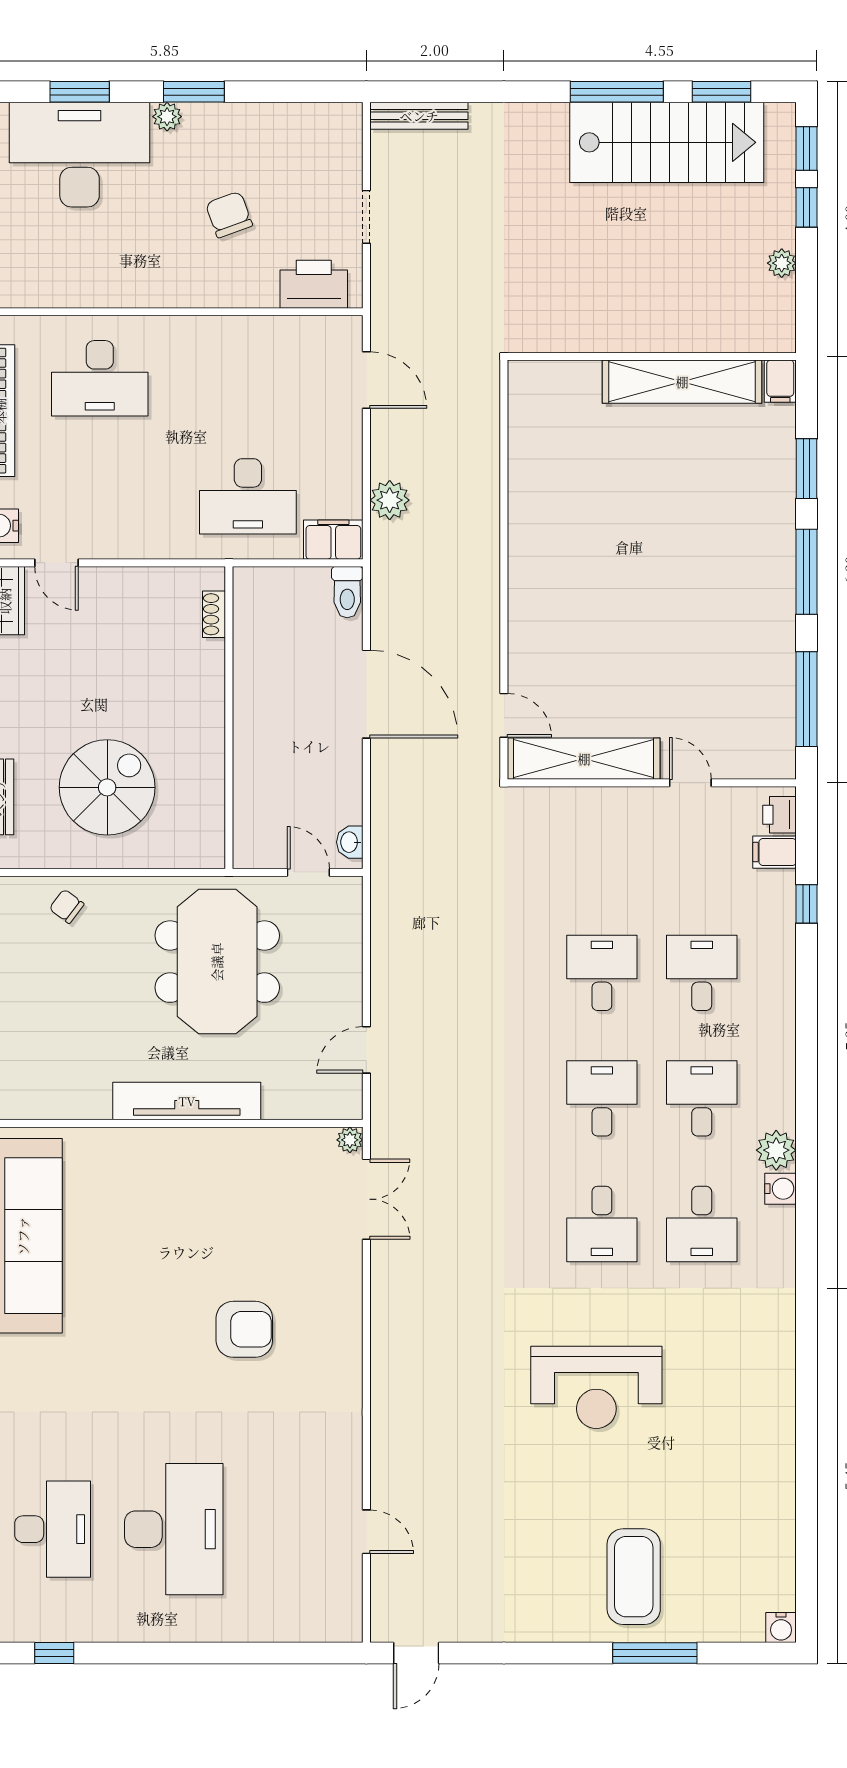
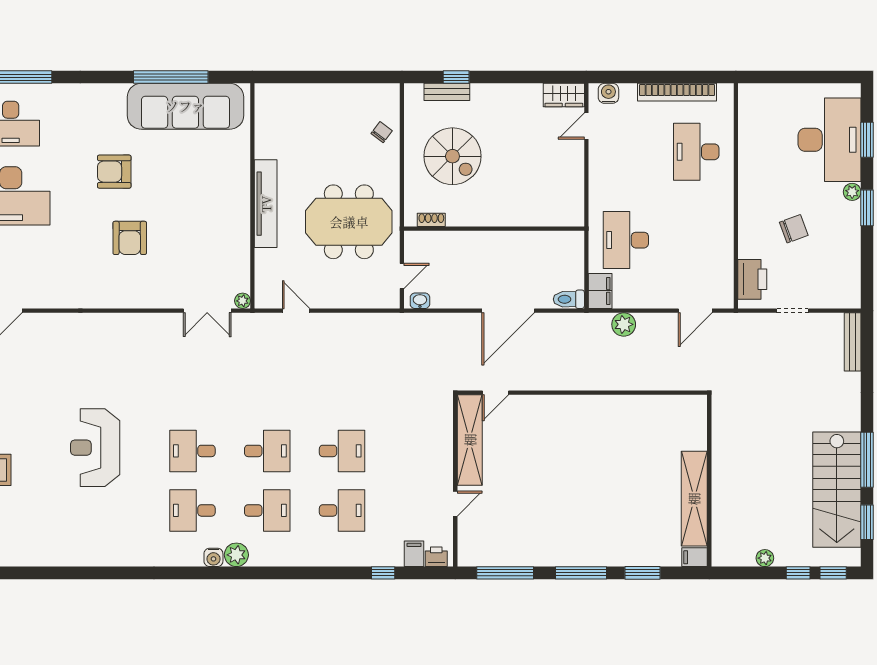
shoe rack: (214, 614) -> (431, 220), moved
armchair: (133, 1355) -> (114, 172), added

